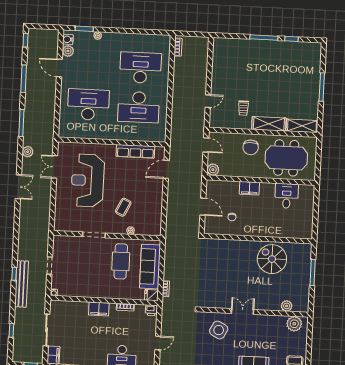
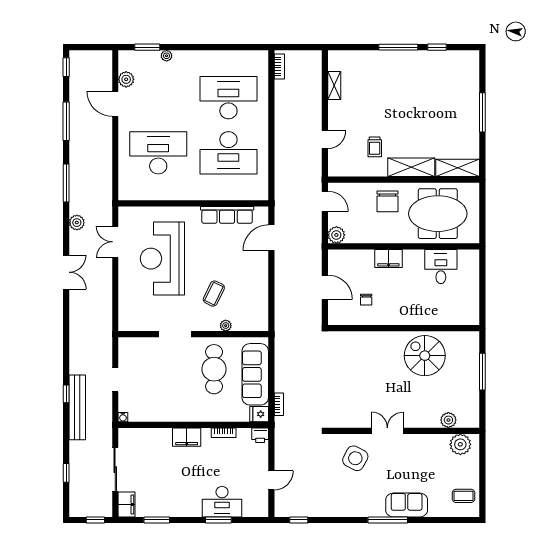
water cooler: (68, 39) -> (125, 63), removed
shelving: (217, 63) -> (334, 85), added

